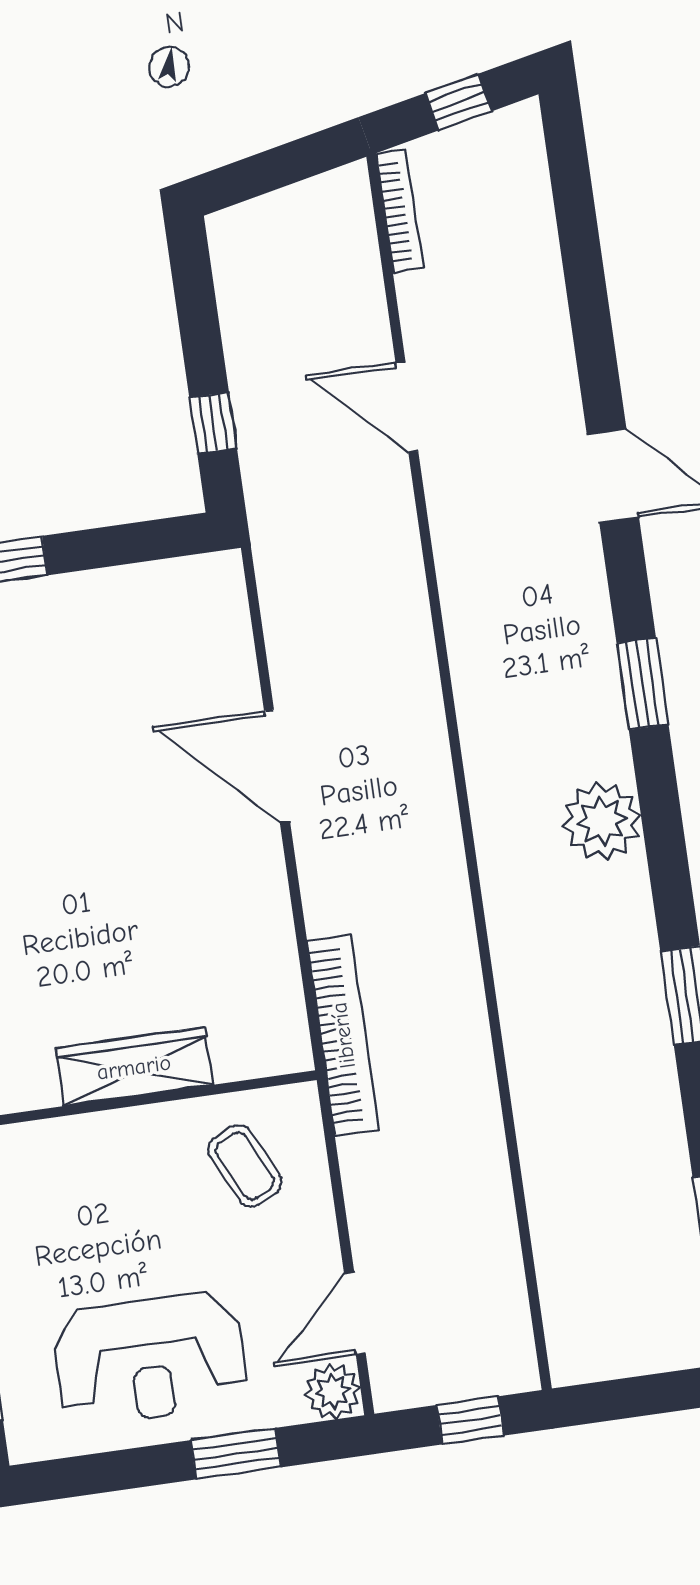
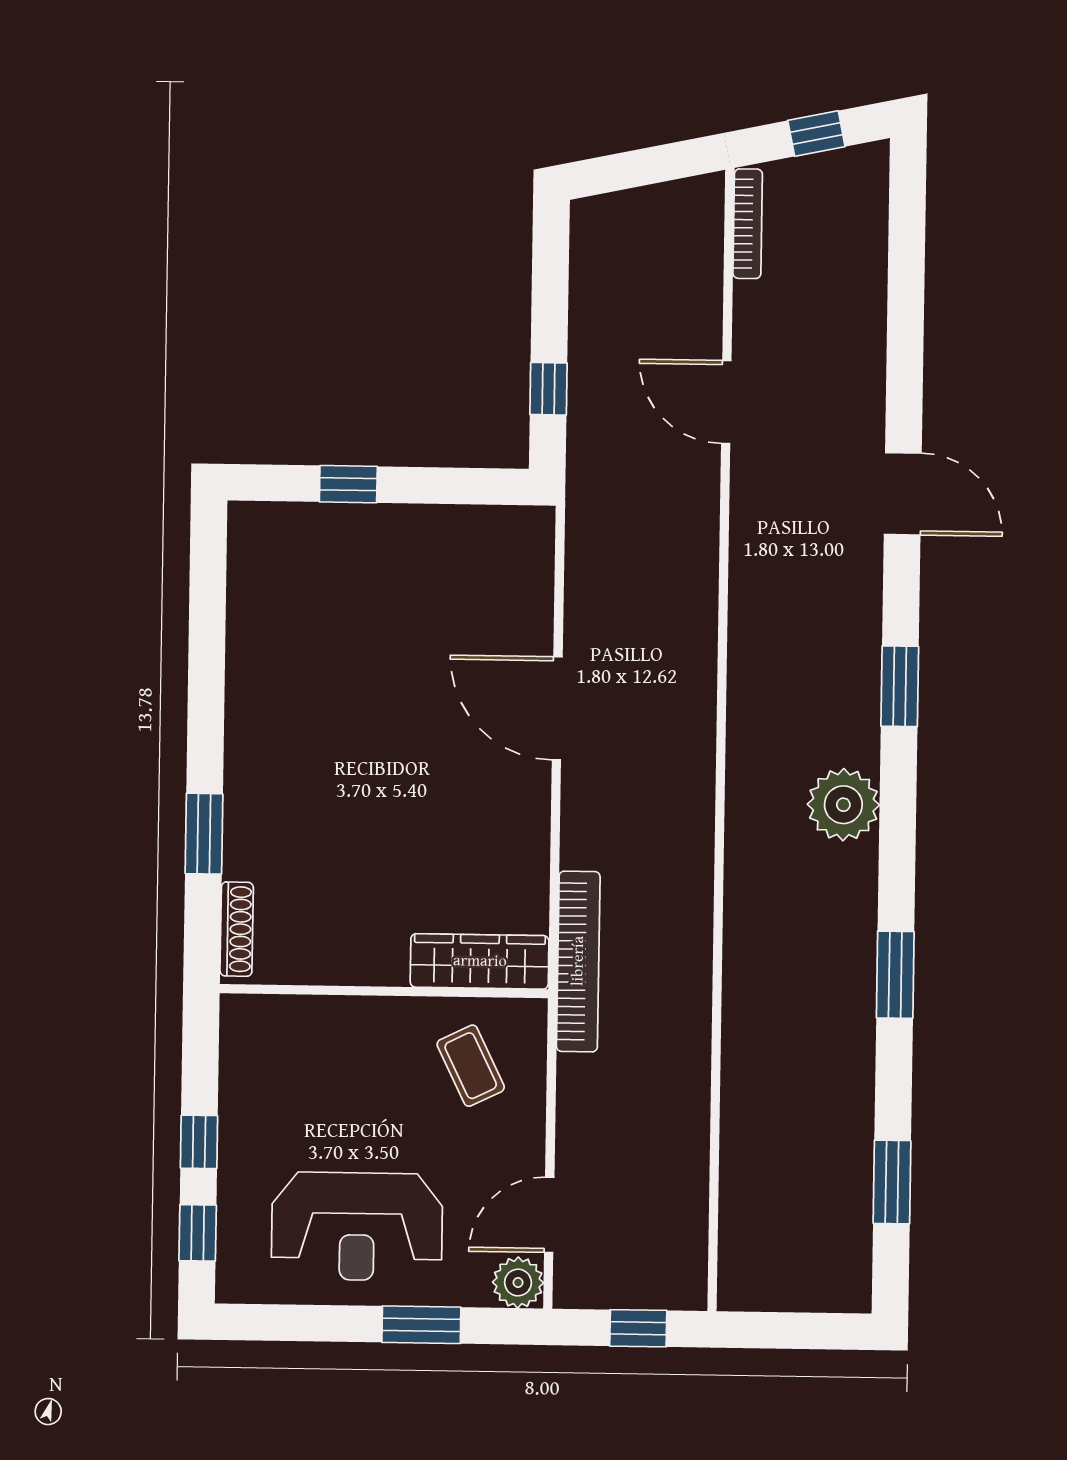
wardrobe: (134, 1067) -> (480, 961), moved

